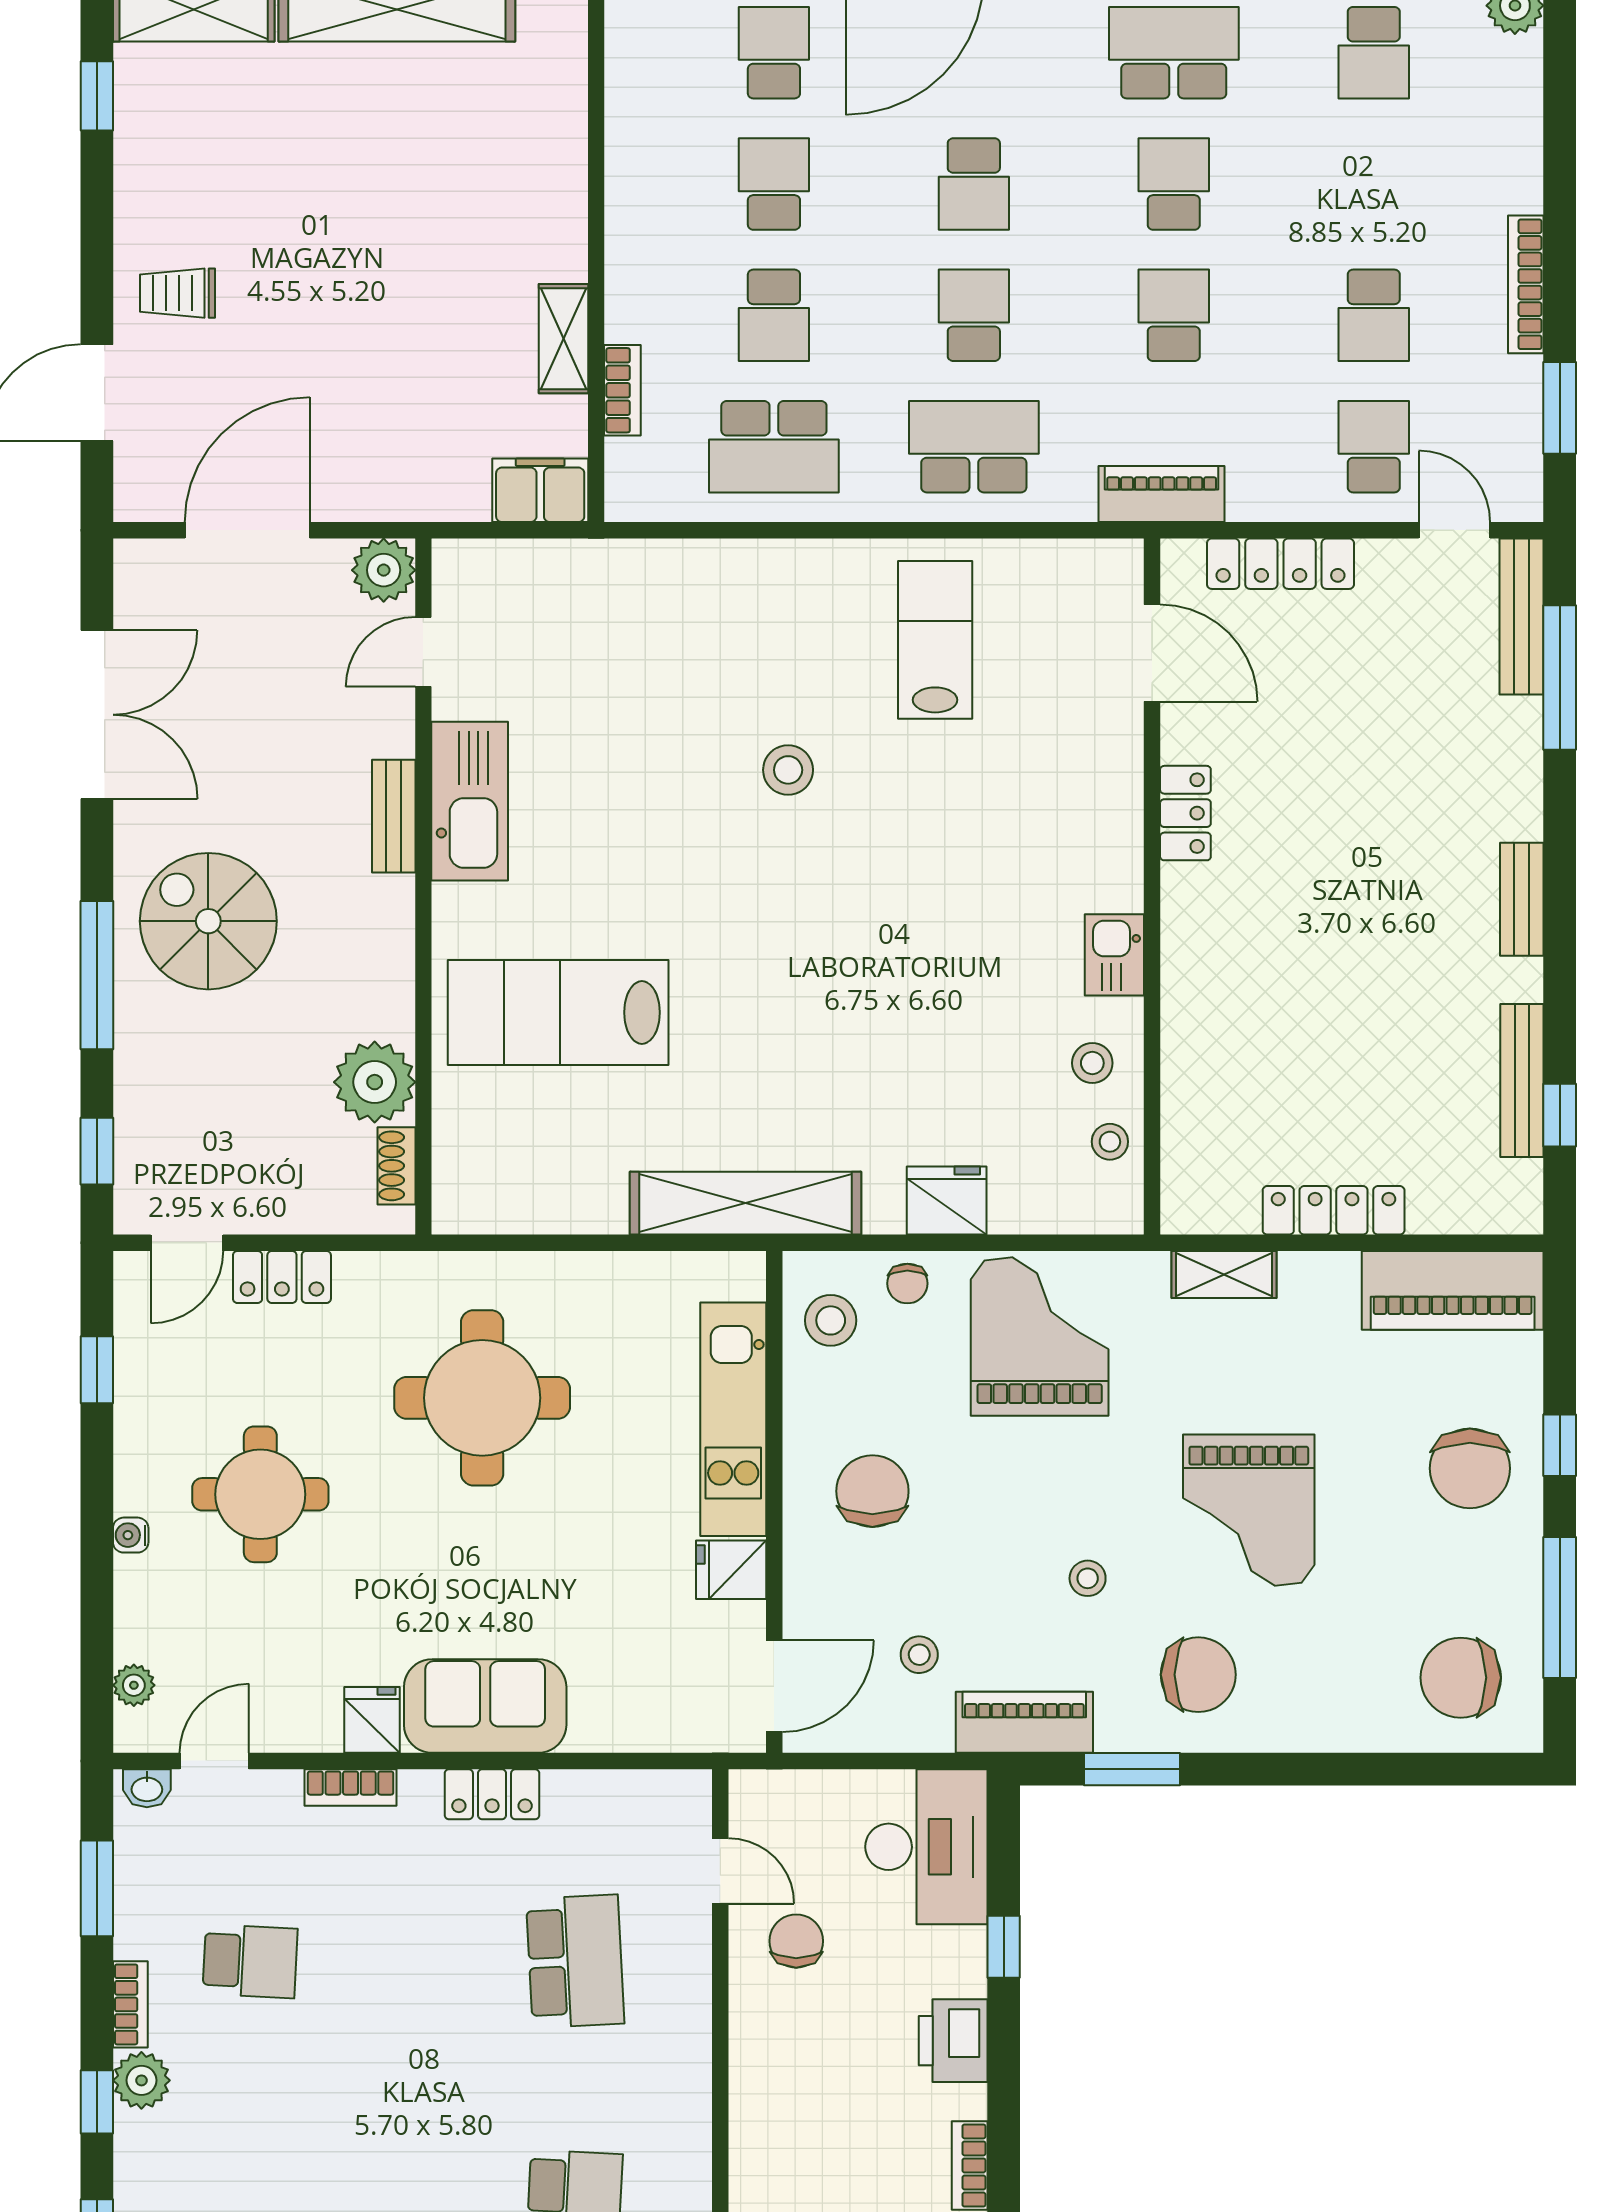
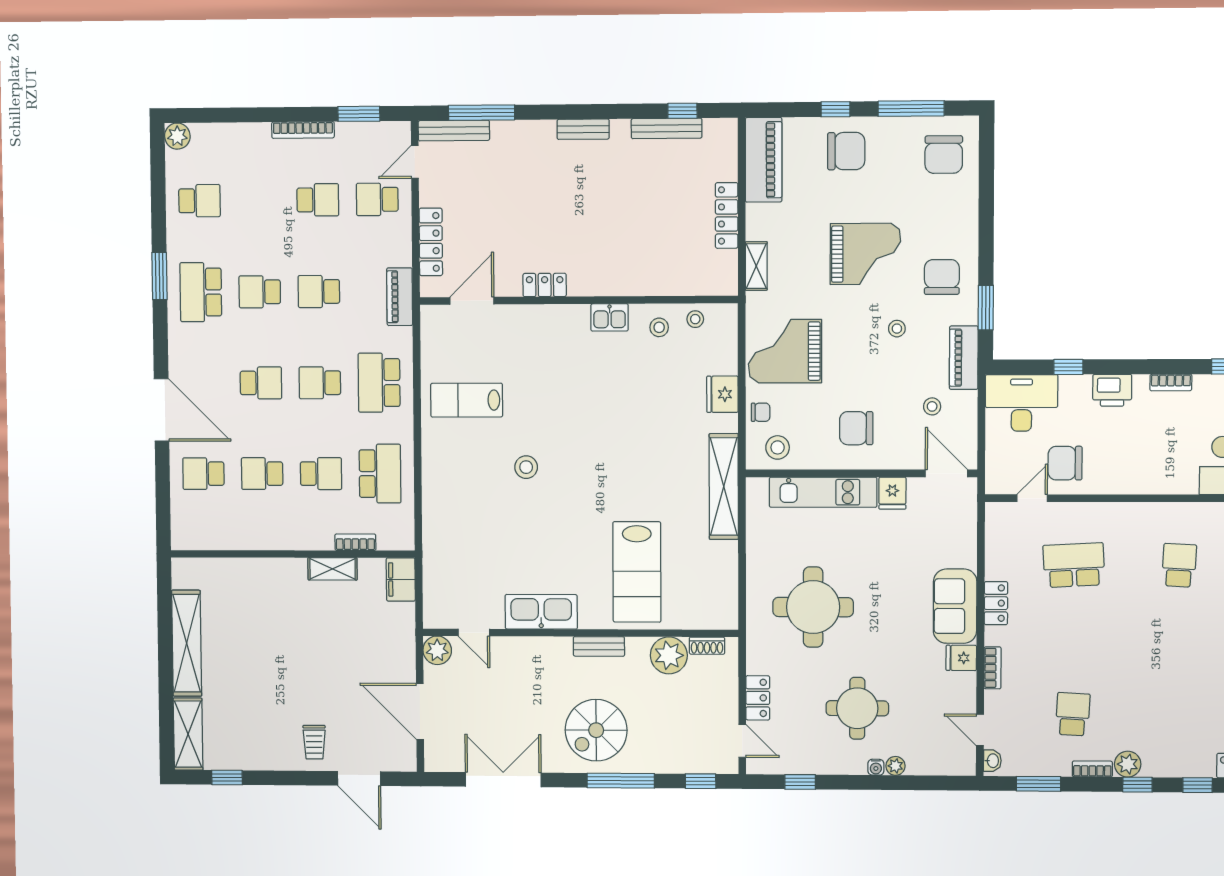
bench: (394, 816) -> (599, 646), moved
plant: (134, 1685) -> (895, 766), moved
chair: (796, 1941) -> (1065, 463), width x1.37, depth x1.37

